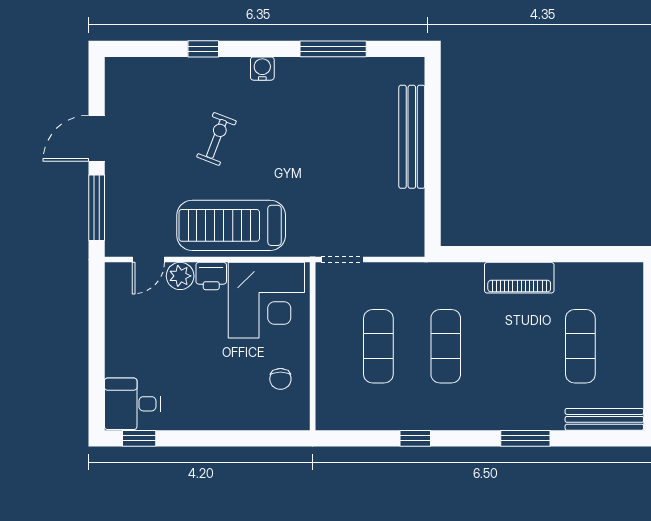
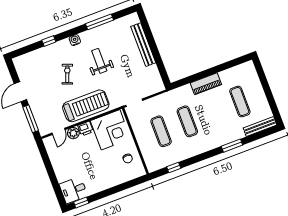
weight bench: (300, 136) -> (99, 61), added
treadmill: (231, 225) -> (86, 106), turned 180
window: (415, 438) -> (174, 168), moved

